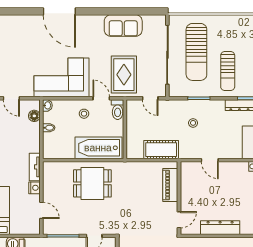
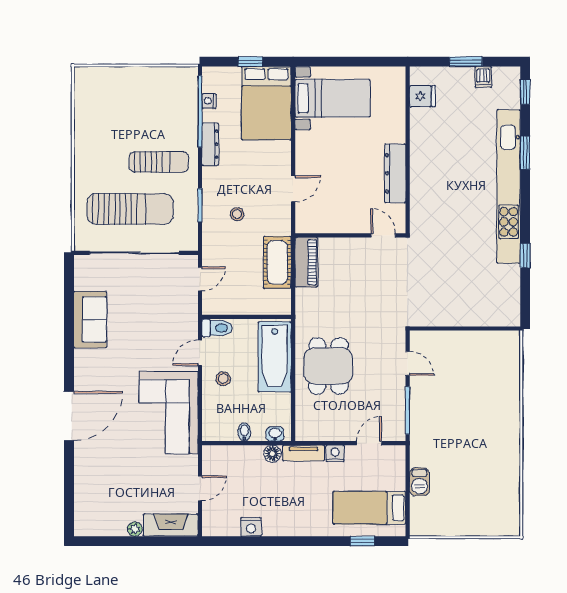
rug: (124, 75) -> (164, 319), removed
washbasin: (47, 105) -> (275, 434), moved
floor lamp: (34, 116) -> (272, 454), moved
piano: (170, 185) -> (306, 262), moved, turned -90

